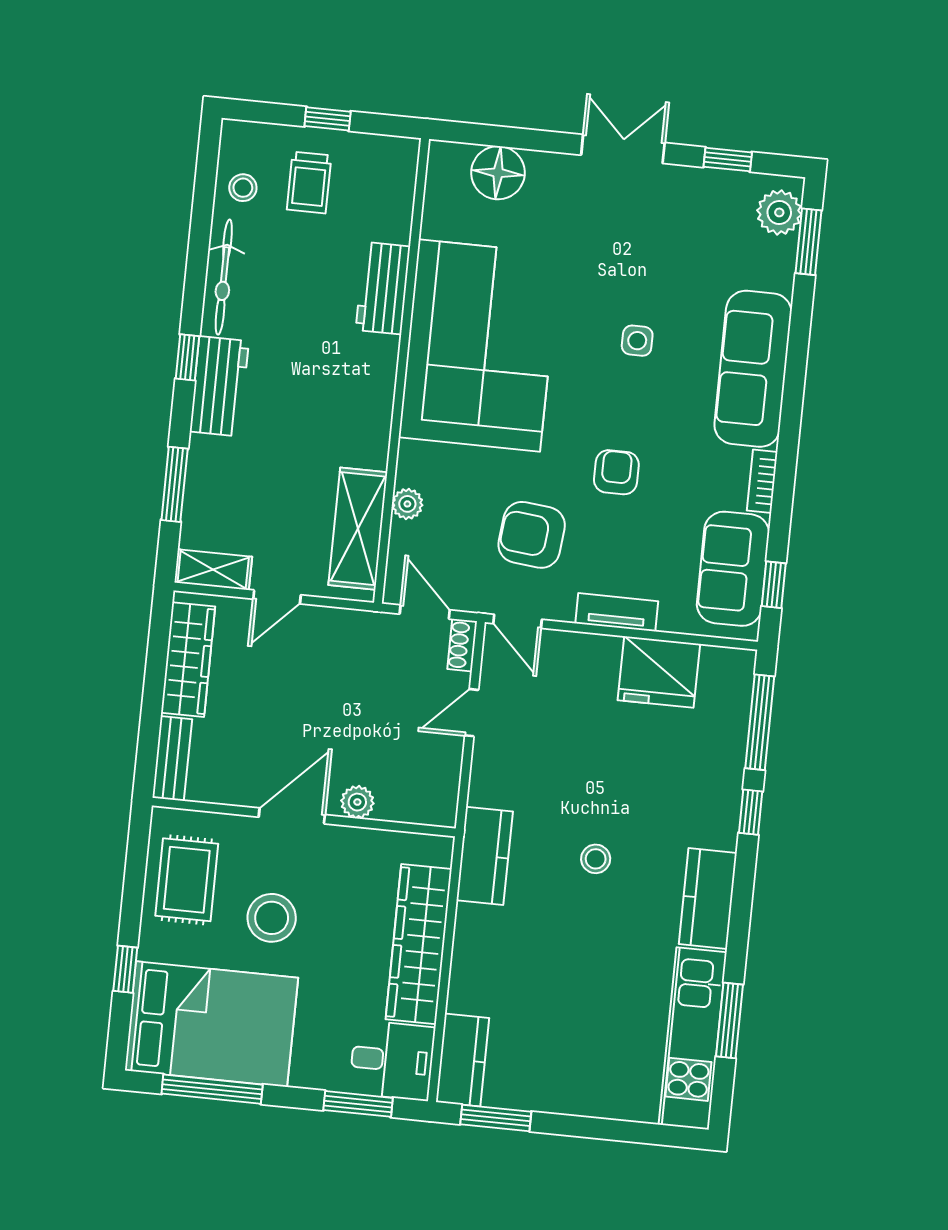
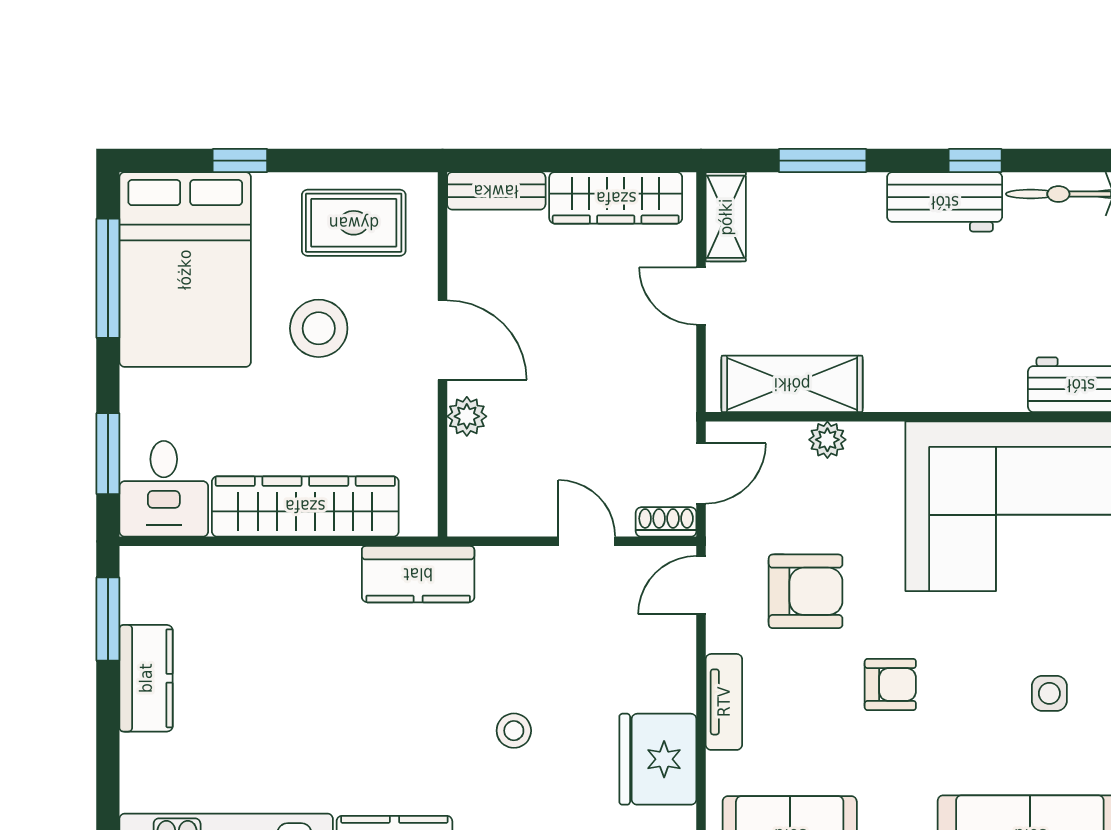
armchair: (532, 535) -> (806, 591), turned 84
stool: (596, 859) -> (514, 731), moved
kitchen counter: (463, 1060) -> (146, 678), moved, turned -90

